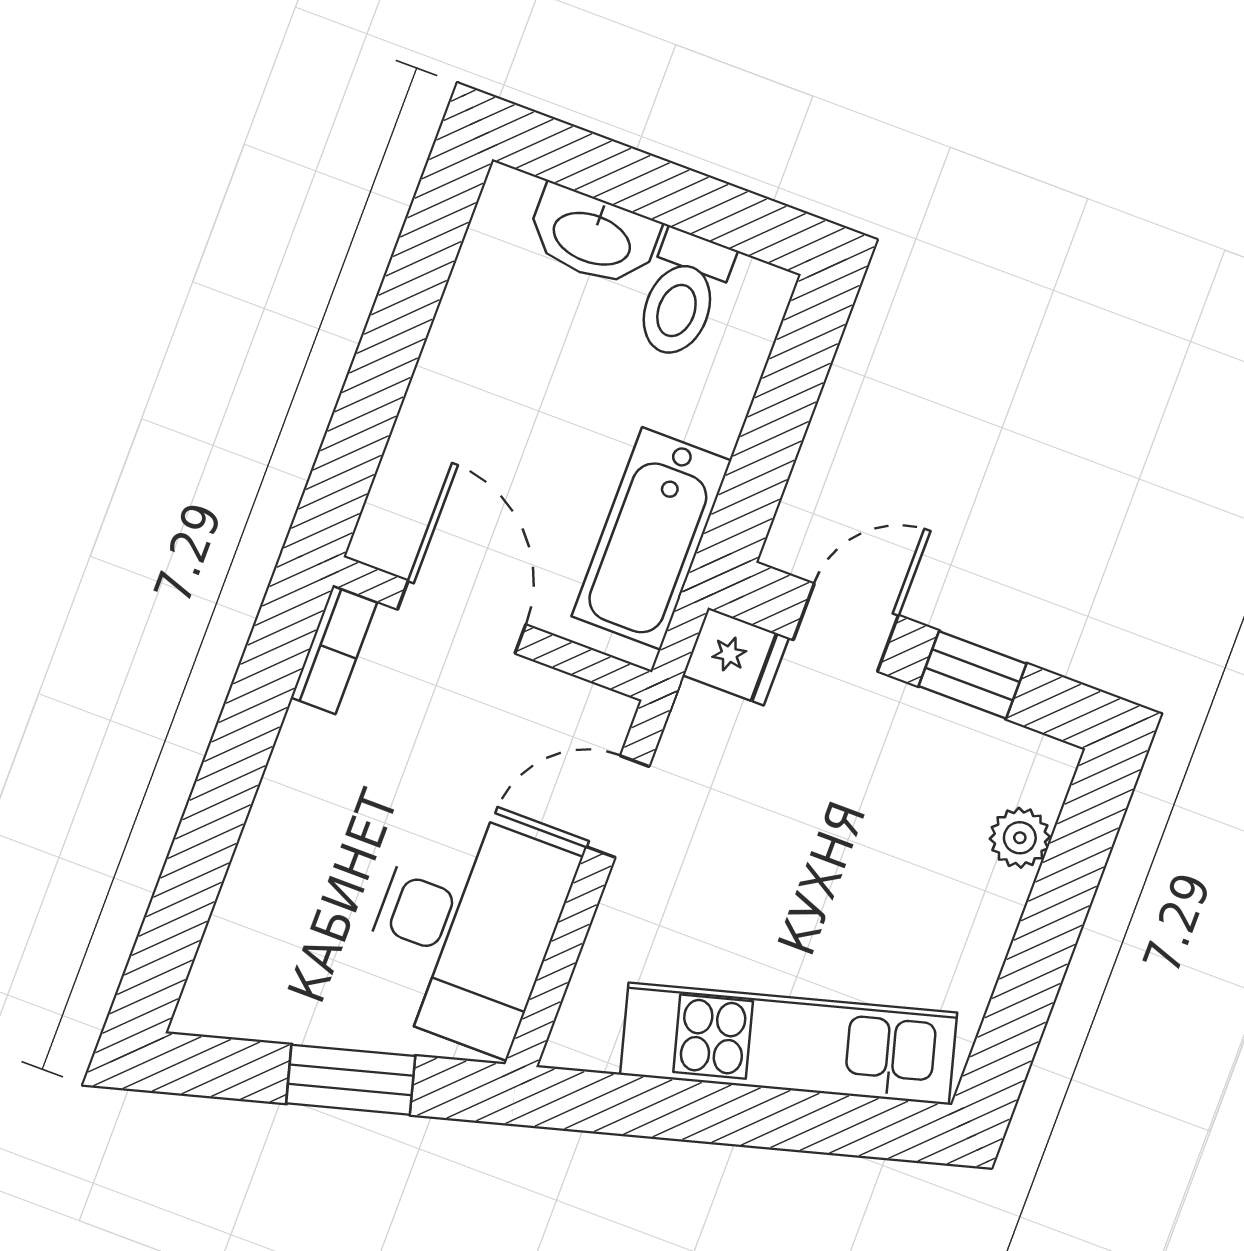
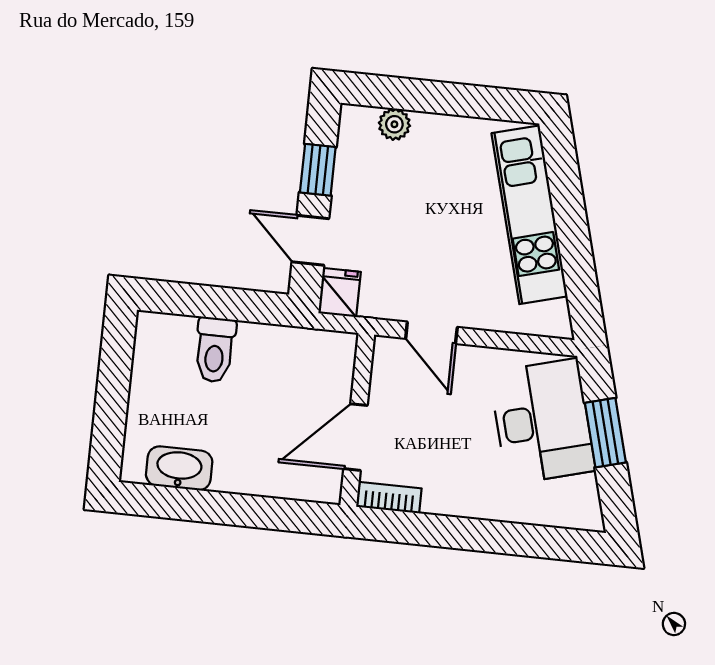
washbasin: (593, 237) -> (179, 468), moved, turned -90
toilet: (682, 295) -> (215, 350), moved, turned 90
bathtub: (651, 538) -> (291, 351), removed
desk: (465, 929) -> (542, 421), moved, turned 75

